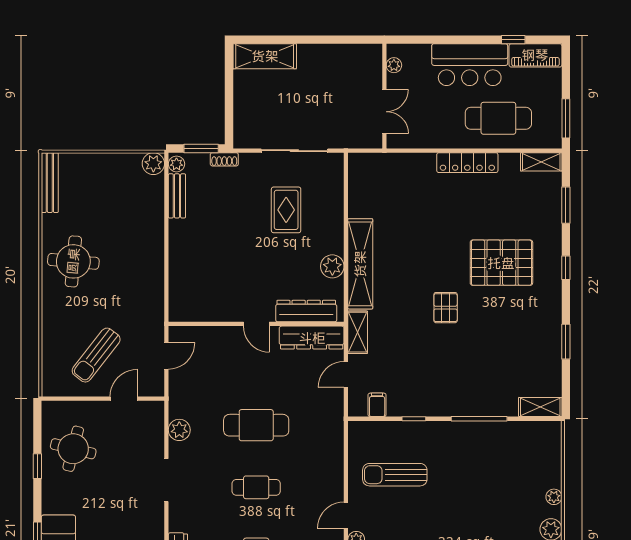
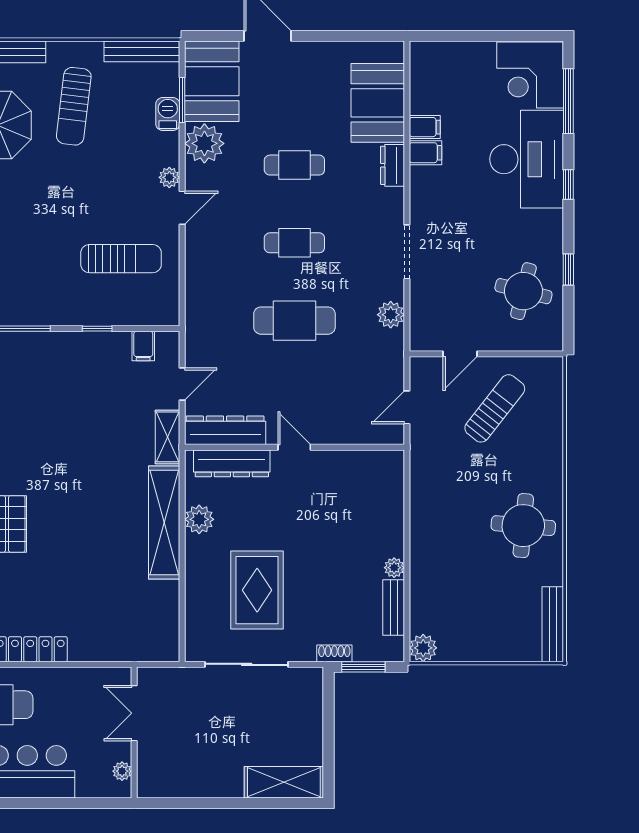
plant: (176, 164) -> (394, 568), moved
rug: (286, 210) -> (257, 590), width x1.36, depth x1.43
pallet: (446, 308) -> (58, 468), removed

